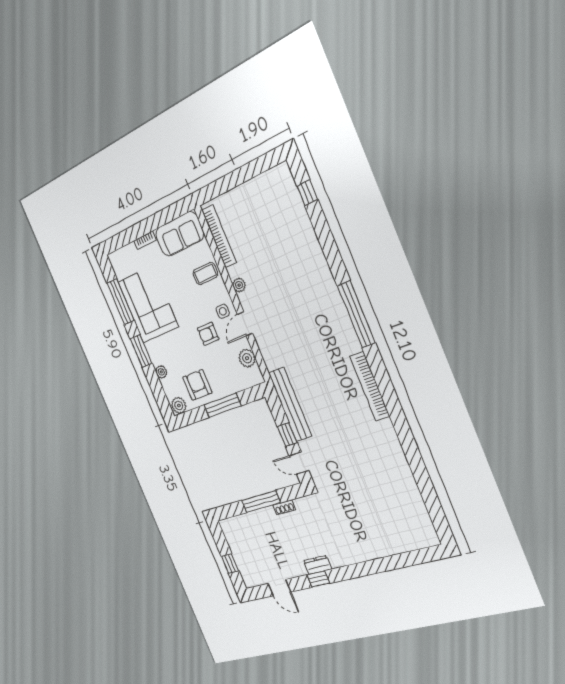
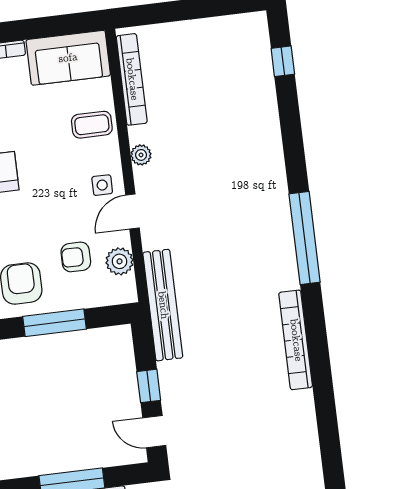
armchair: (208, 334) -> (76, 257), moved
bench: (290, 404) -> (163, 305), moved

